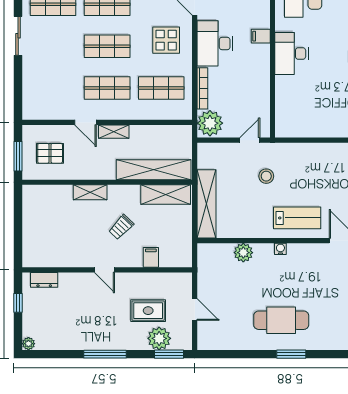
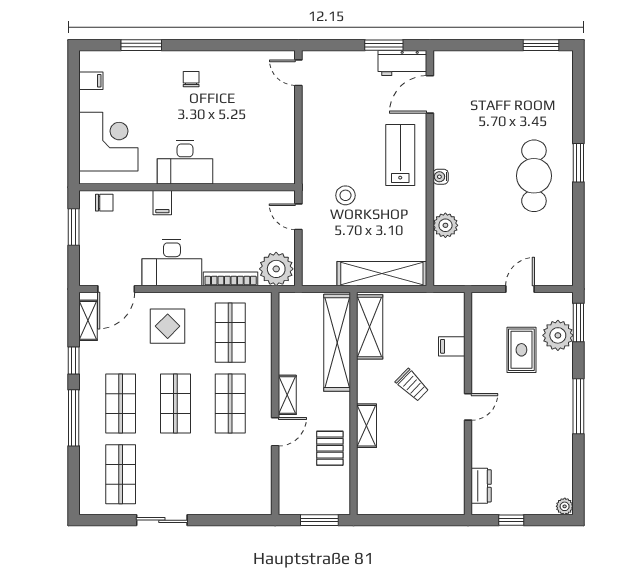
pallet: (50, 153) -> (330, 448), moved

